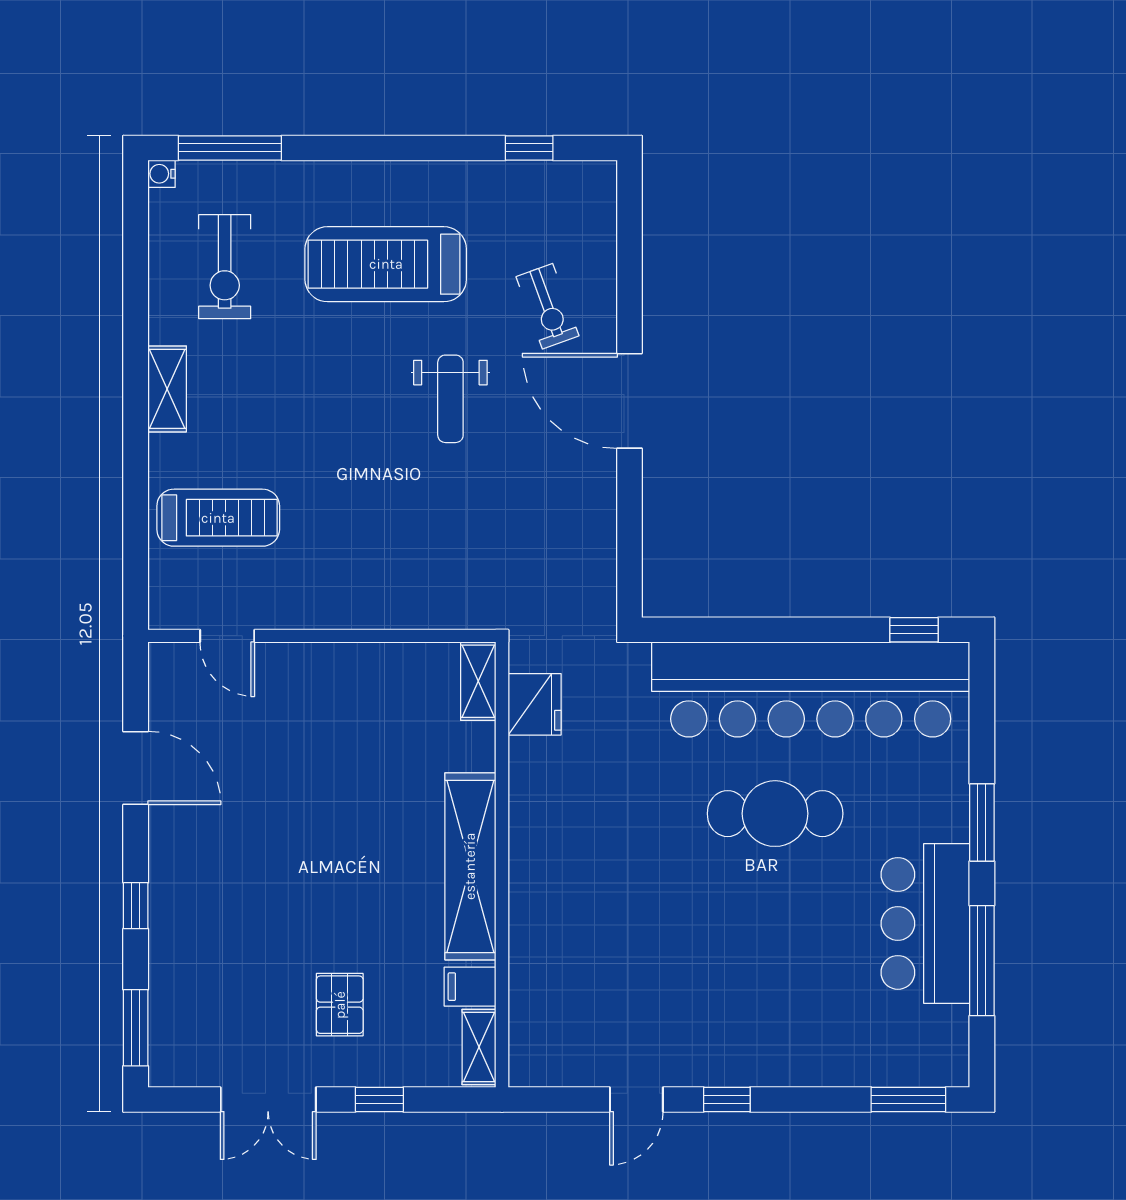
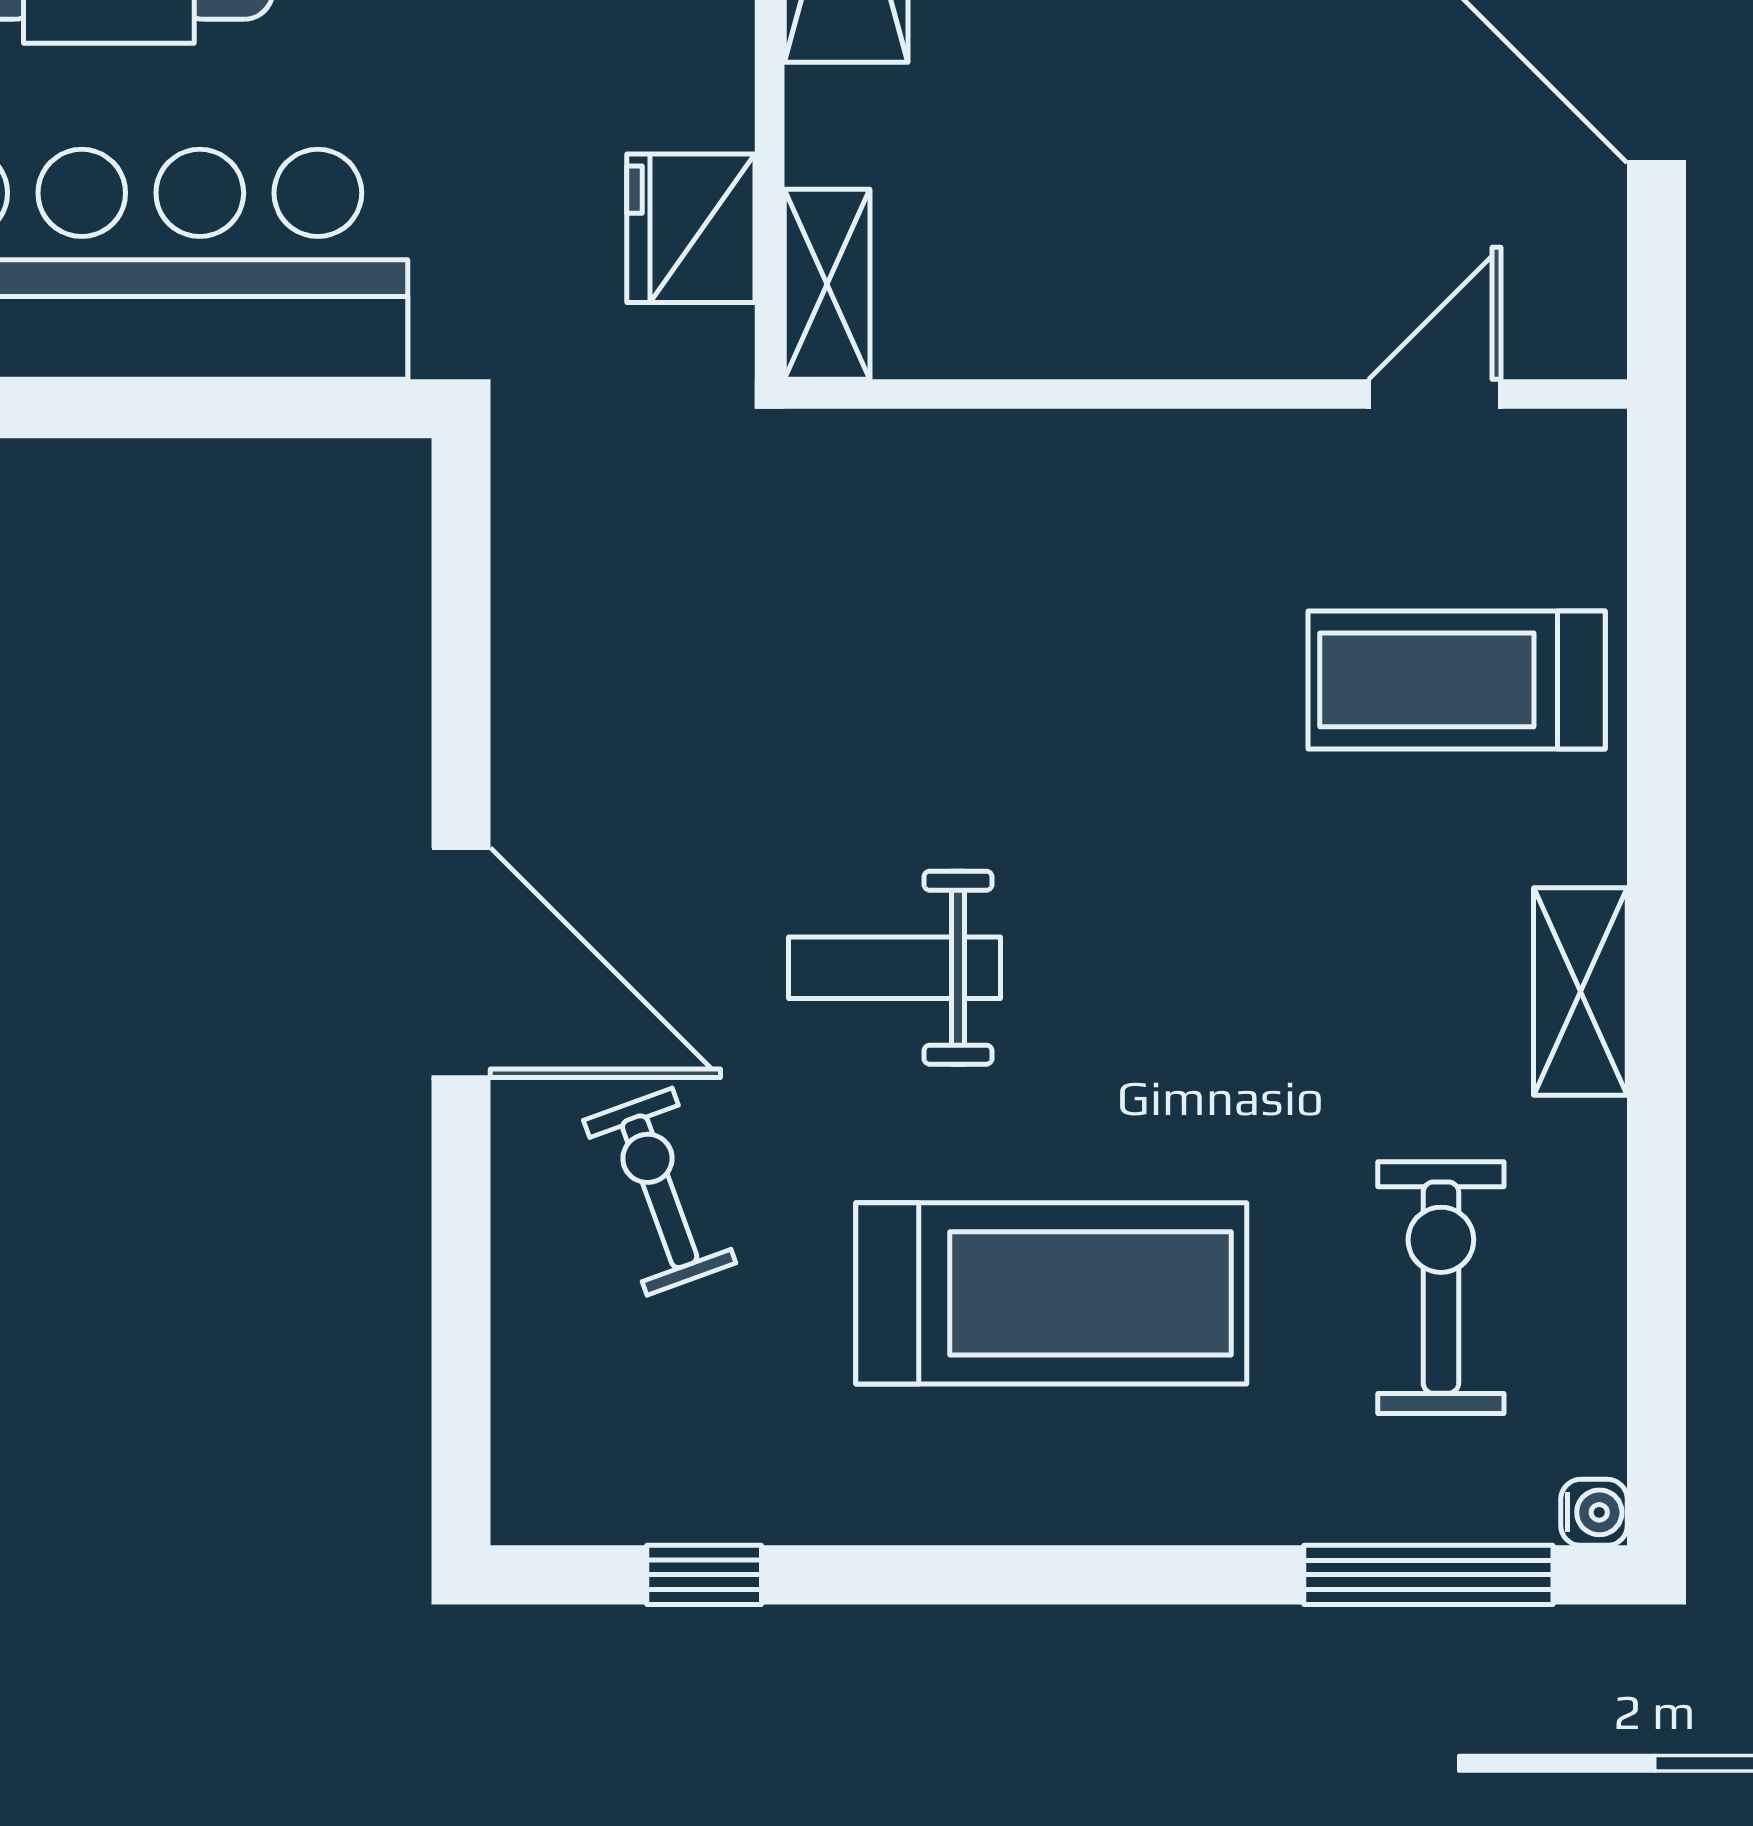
weight bench: (450, 399) -> (894, 968), turned -90
door: (227, 636) -> (1435, 394), hinge flipped

